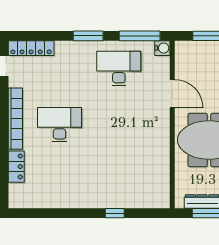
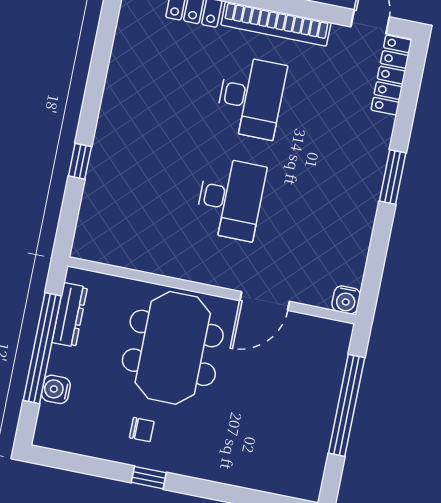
window: (140, 36) -> (375, 265), removed
desk: (119, 68) -> (230, 199), moved

